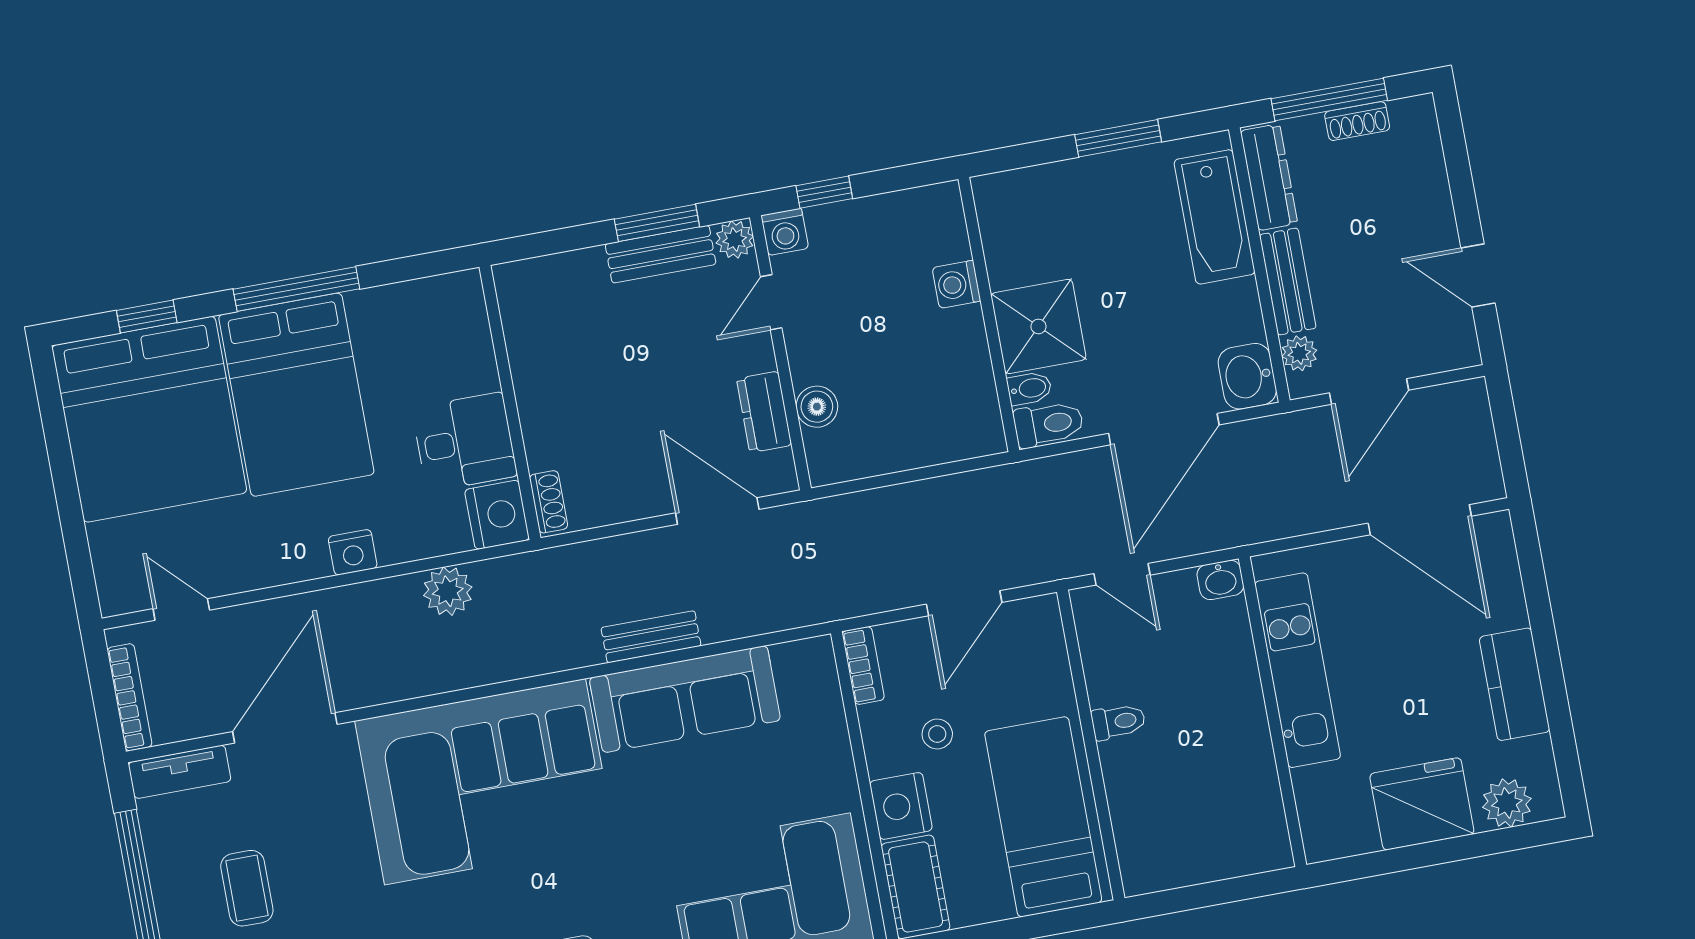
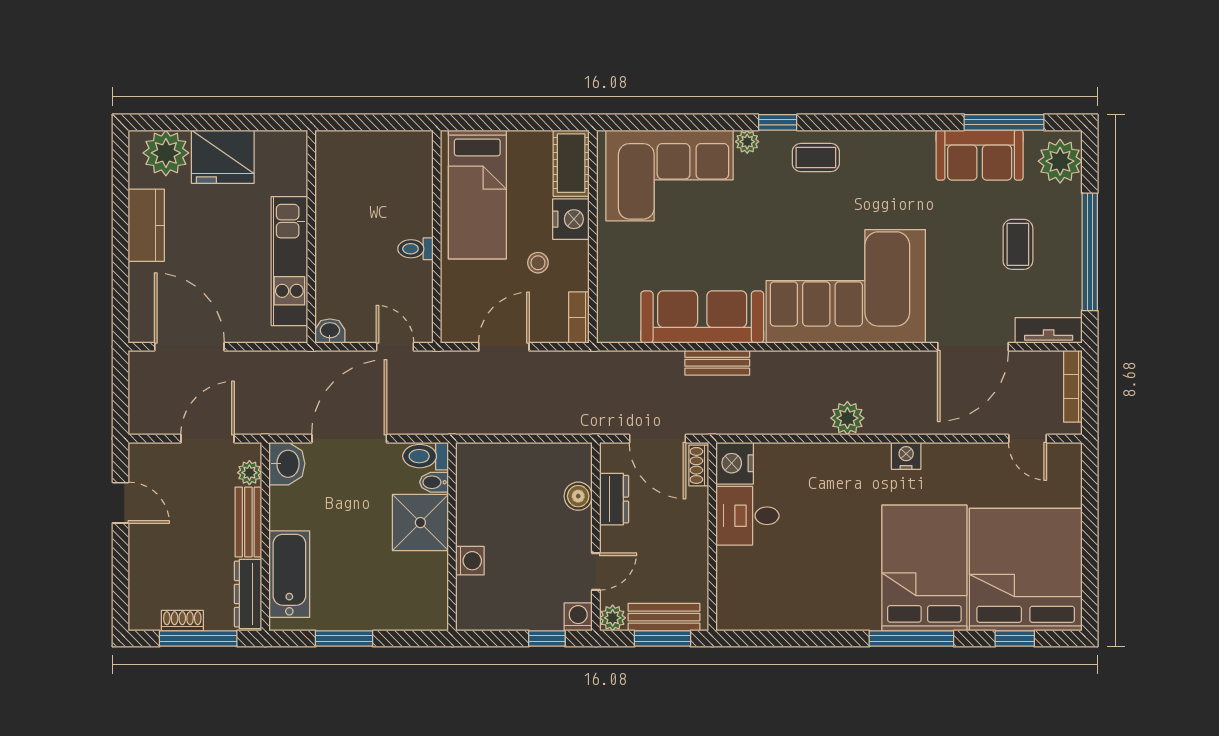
wall: (510, 402) -> (712, 537), moved
desk: (464, 442) -> (747, 516), moved
shoe rack: (548, 502) -> (699, 465), moved
nightstand: (497, 515) -> (735, 463), moved
plant: (1507, 803) -> (166, 153), width x1.36, depth x1.36

